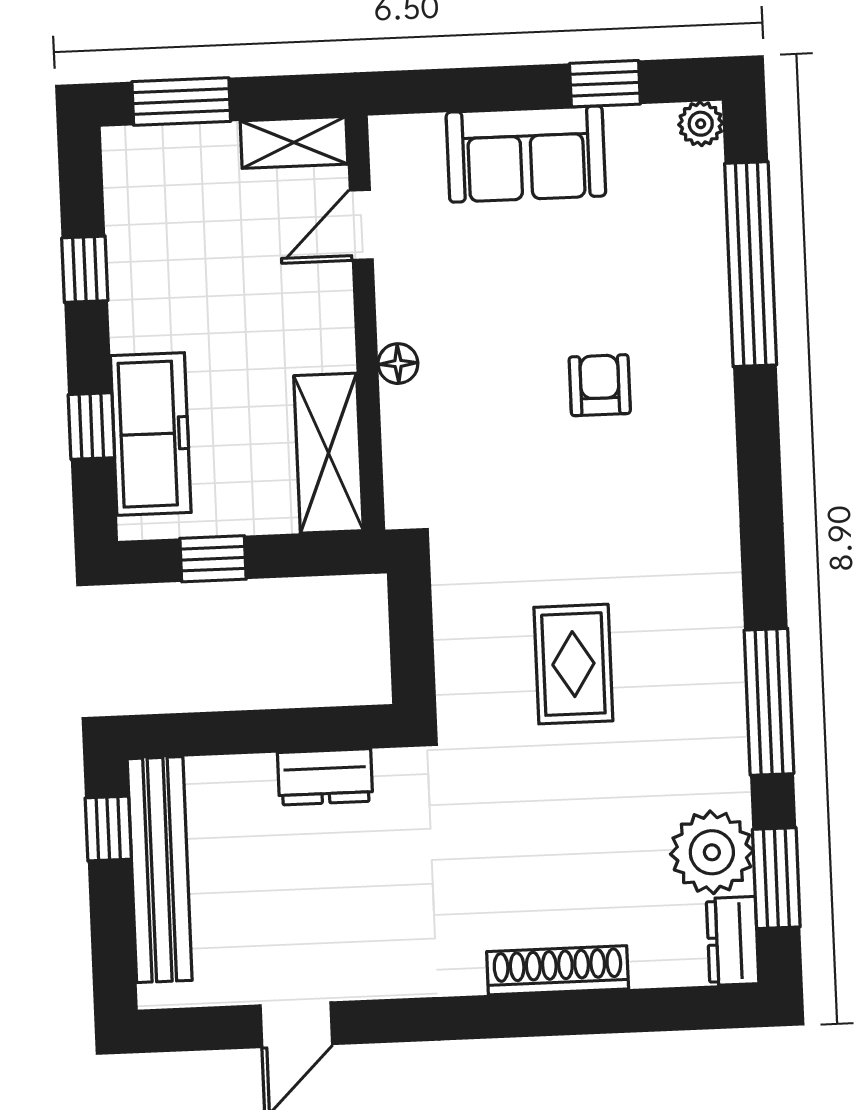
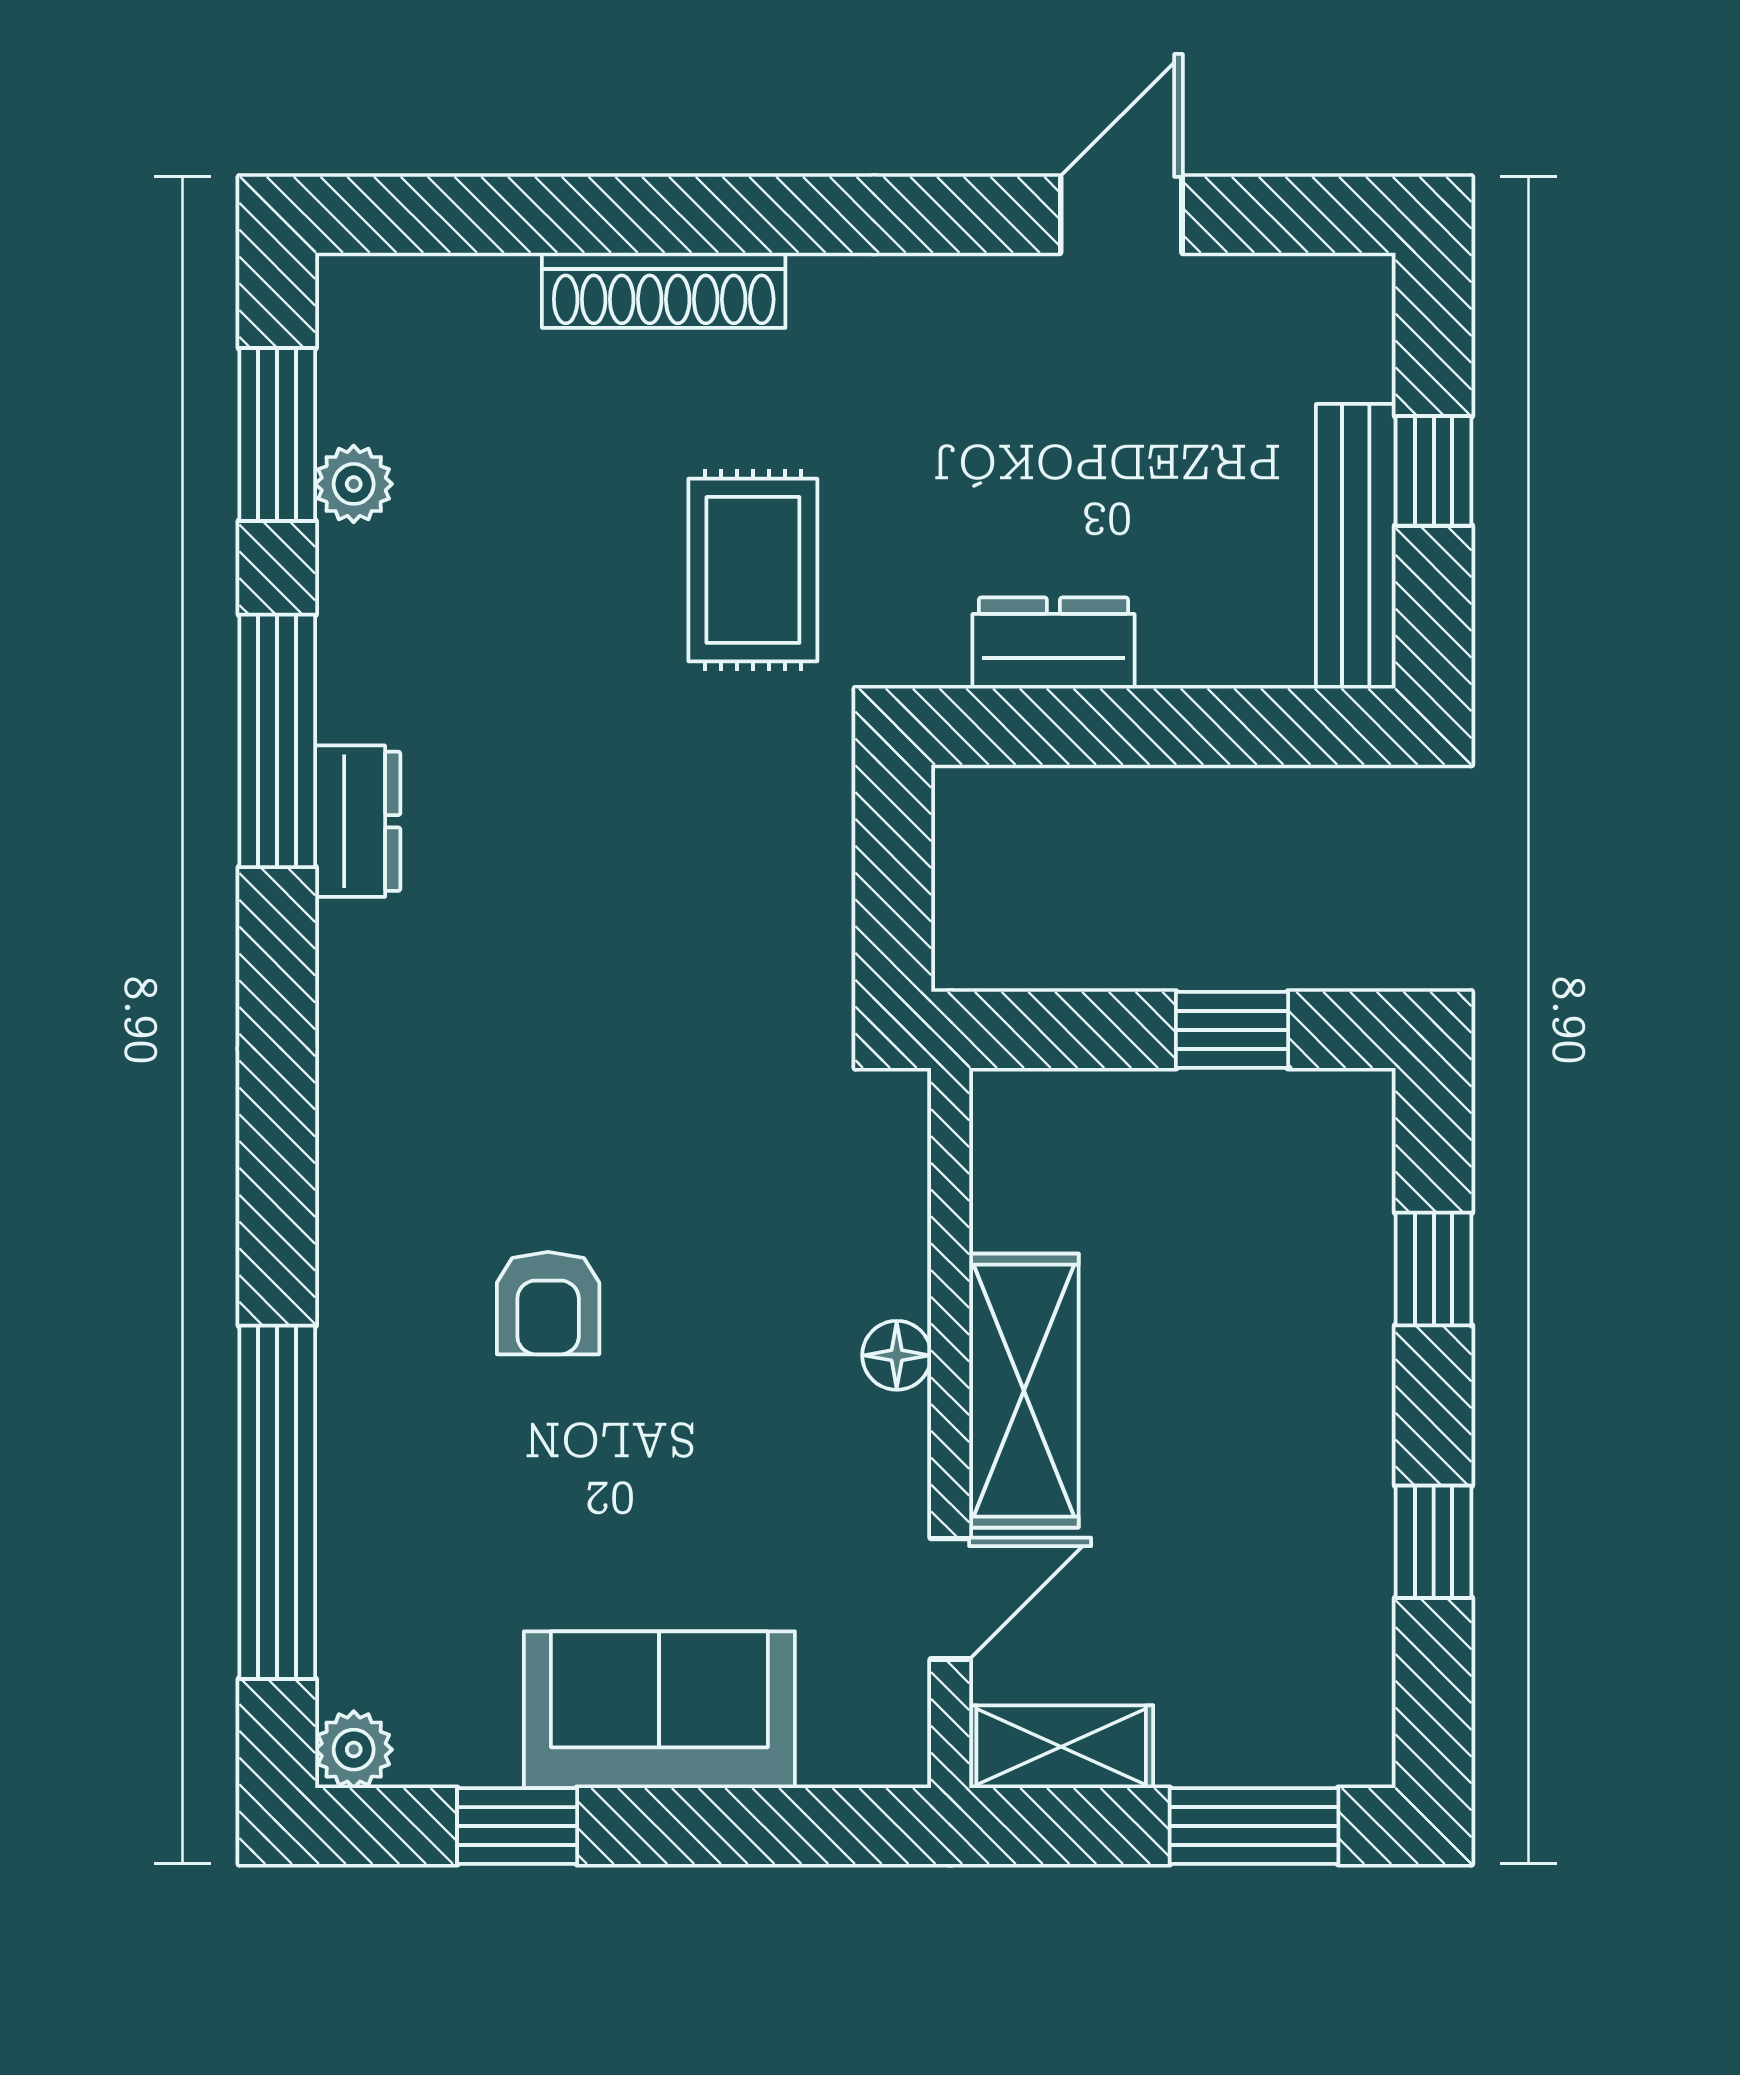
freezer: (151, 434) -> (1331, 1251), removed
shelving: (328, 453) -> (1024, 1391), moved
rug: (573, 664) -> (753, 570), moved
window: (108, 829) -> (1434, 471), moved
plant: (712, 852) -> (354, 484), width x0.53, depth x0.53
bench: (160, 870) -> (1356, 546), width x0.73, depth x0.82
dresser: (733, 941) -> (358, 821), moved

